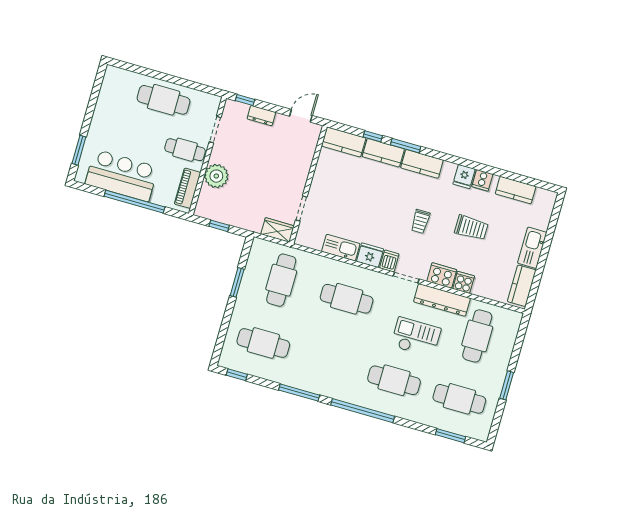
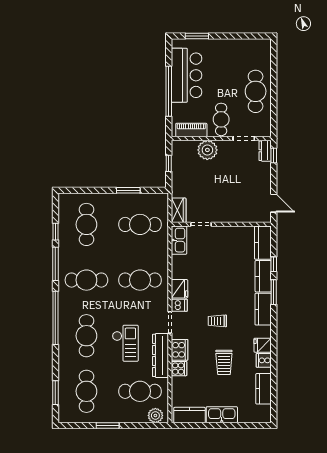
dresser: (261, 116) -> (265, 151), moved
kitchen sink: (341, 248) -> (179, 240), moved
cafe table: (347, 299) -> (140, 280), turned 90
plant: (511, 326) -> (155, 415), added
cafe table: (329, 362) -> (86, 280), added
window: (237, 375) -> (55, 232), moved

